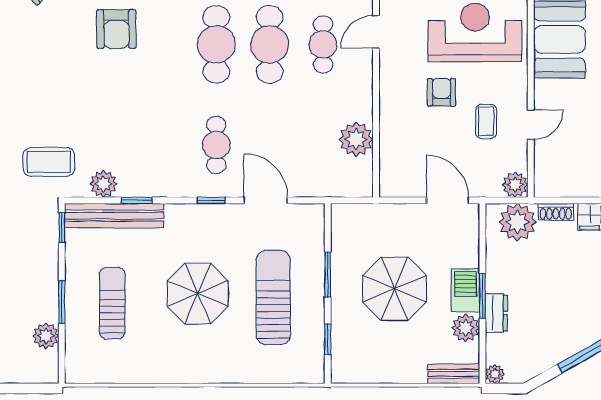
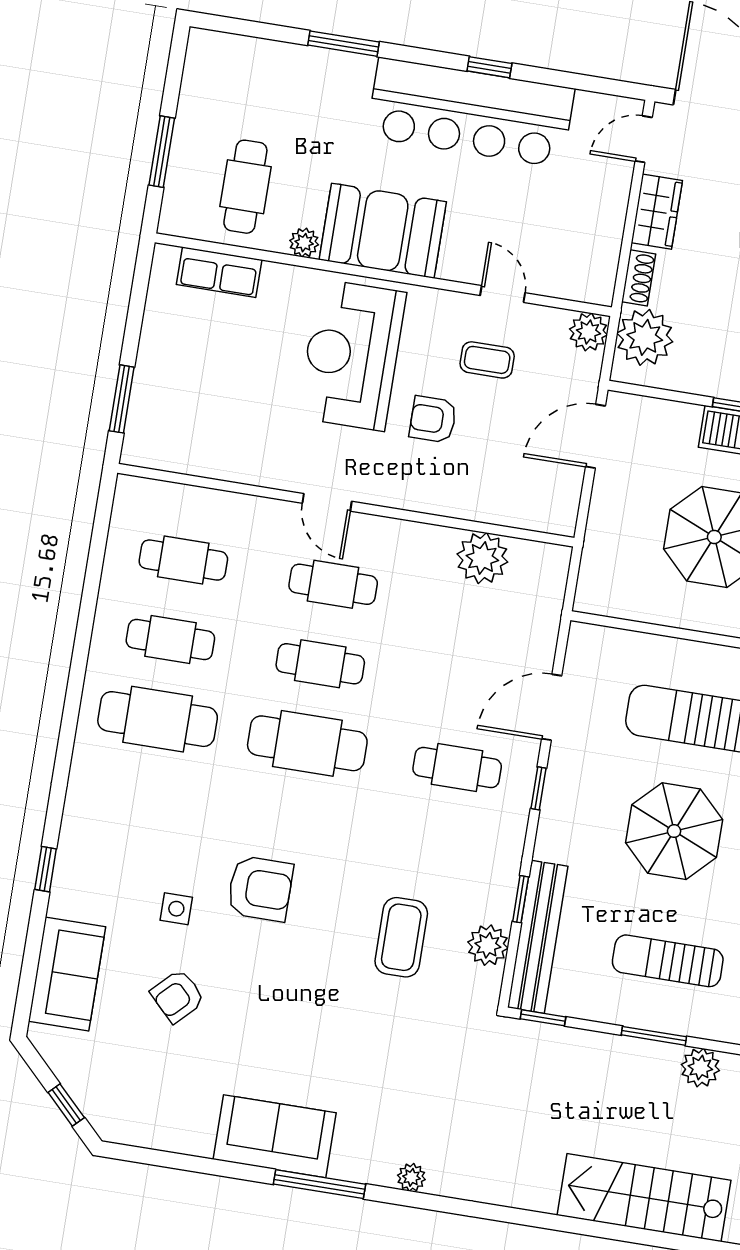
cafe table: (270, 44) -> (320, 664), width x0.73, depth x0.74
coffee table: (49, 162) -> (401, 937), moved
window: (328, 274) -> (677, 633), removed

